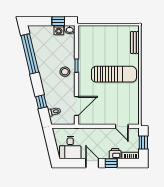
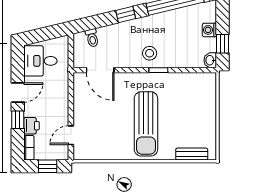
washing machine: (59, 30) -> (209, 30), moved
window: (41, 102) -> (126, 15), moved

